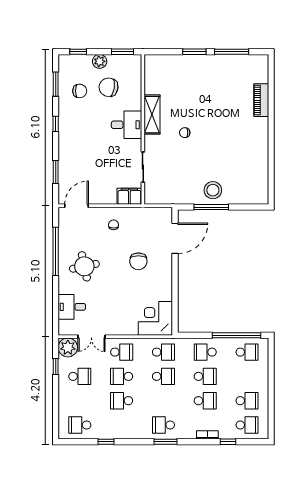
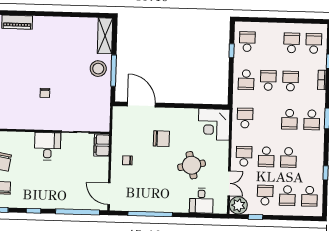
shelving: (152, 115) -> (105, 36), moved, turned 90
desk: (127, 125) -> (48, 146), moved
window: (56, 172) -> (78, 212), width x2.11
round table: (84, 266) -> (192, 165), moved
window: (236, 335) -> (232, 51), width x0.32
school desk: (163, 376) -> (289, 119), moved, turned 180
school desk: (80, 401) -> (287, 196), added

